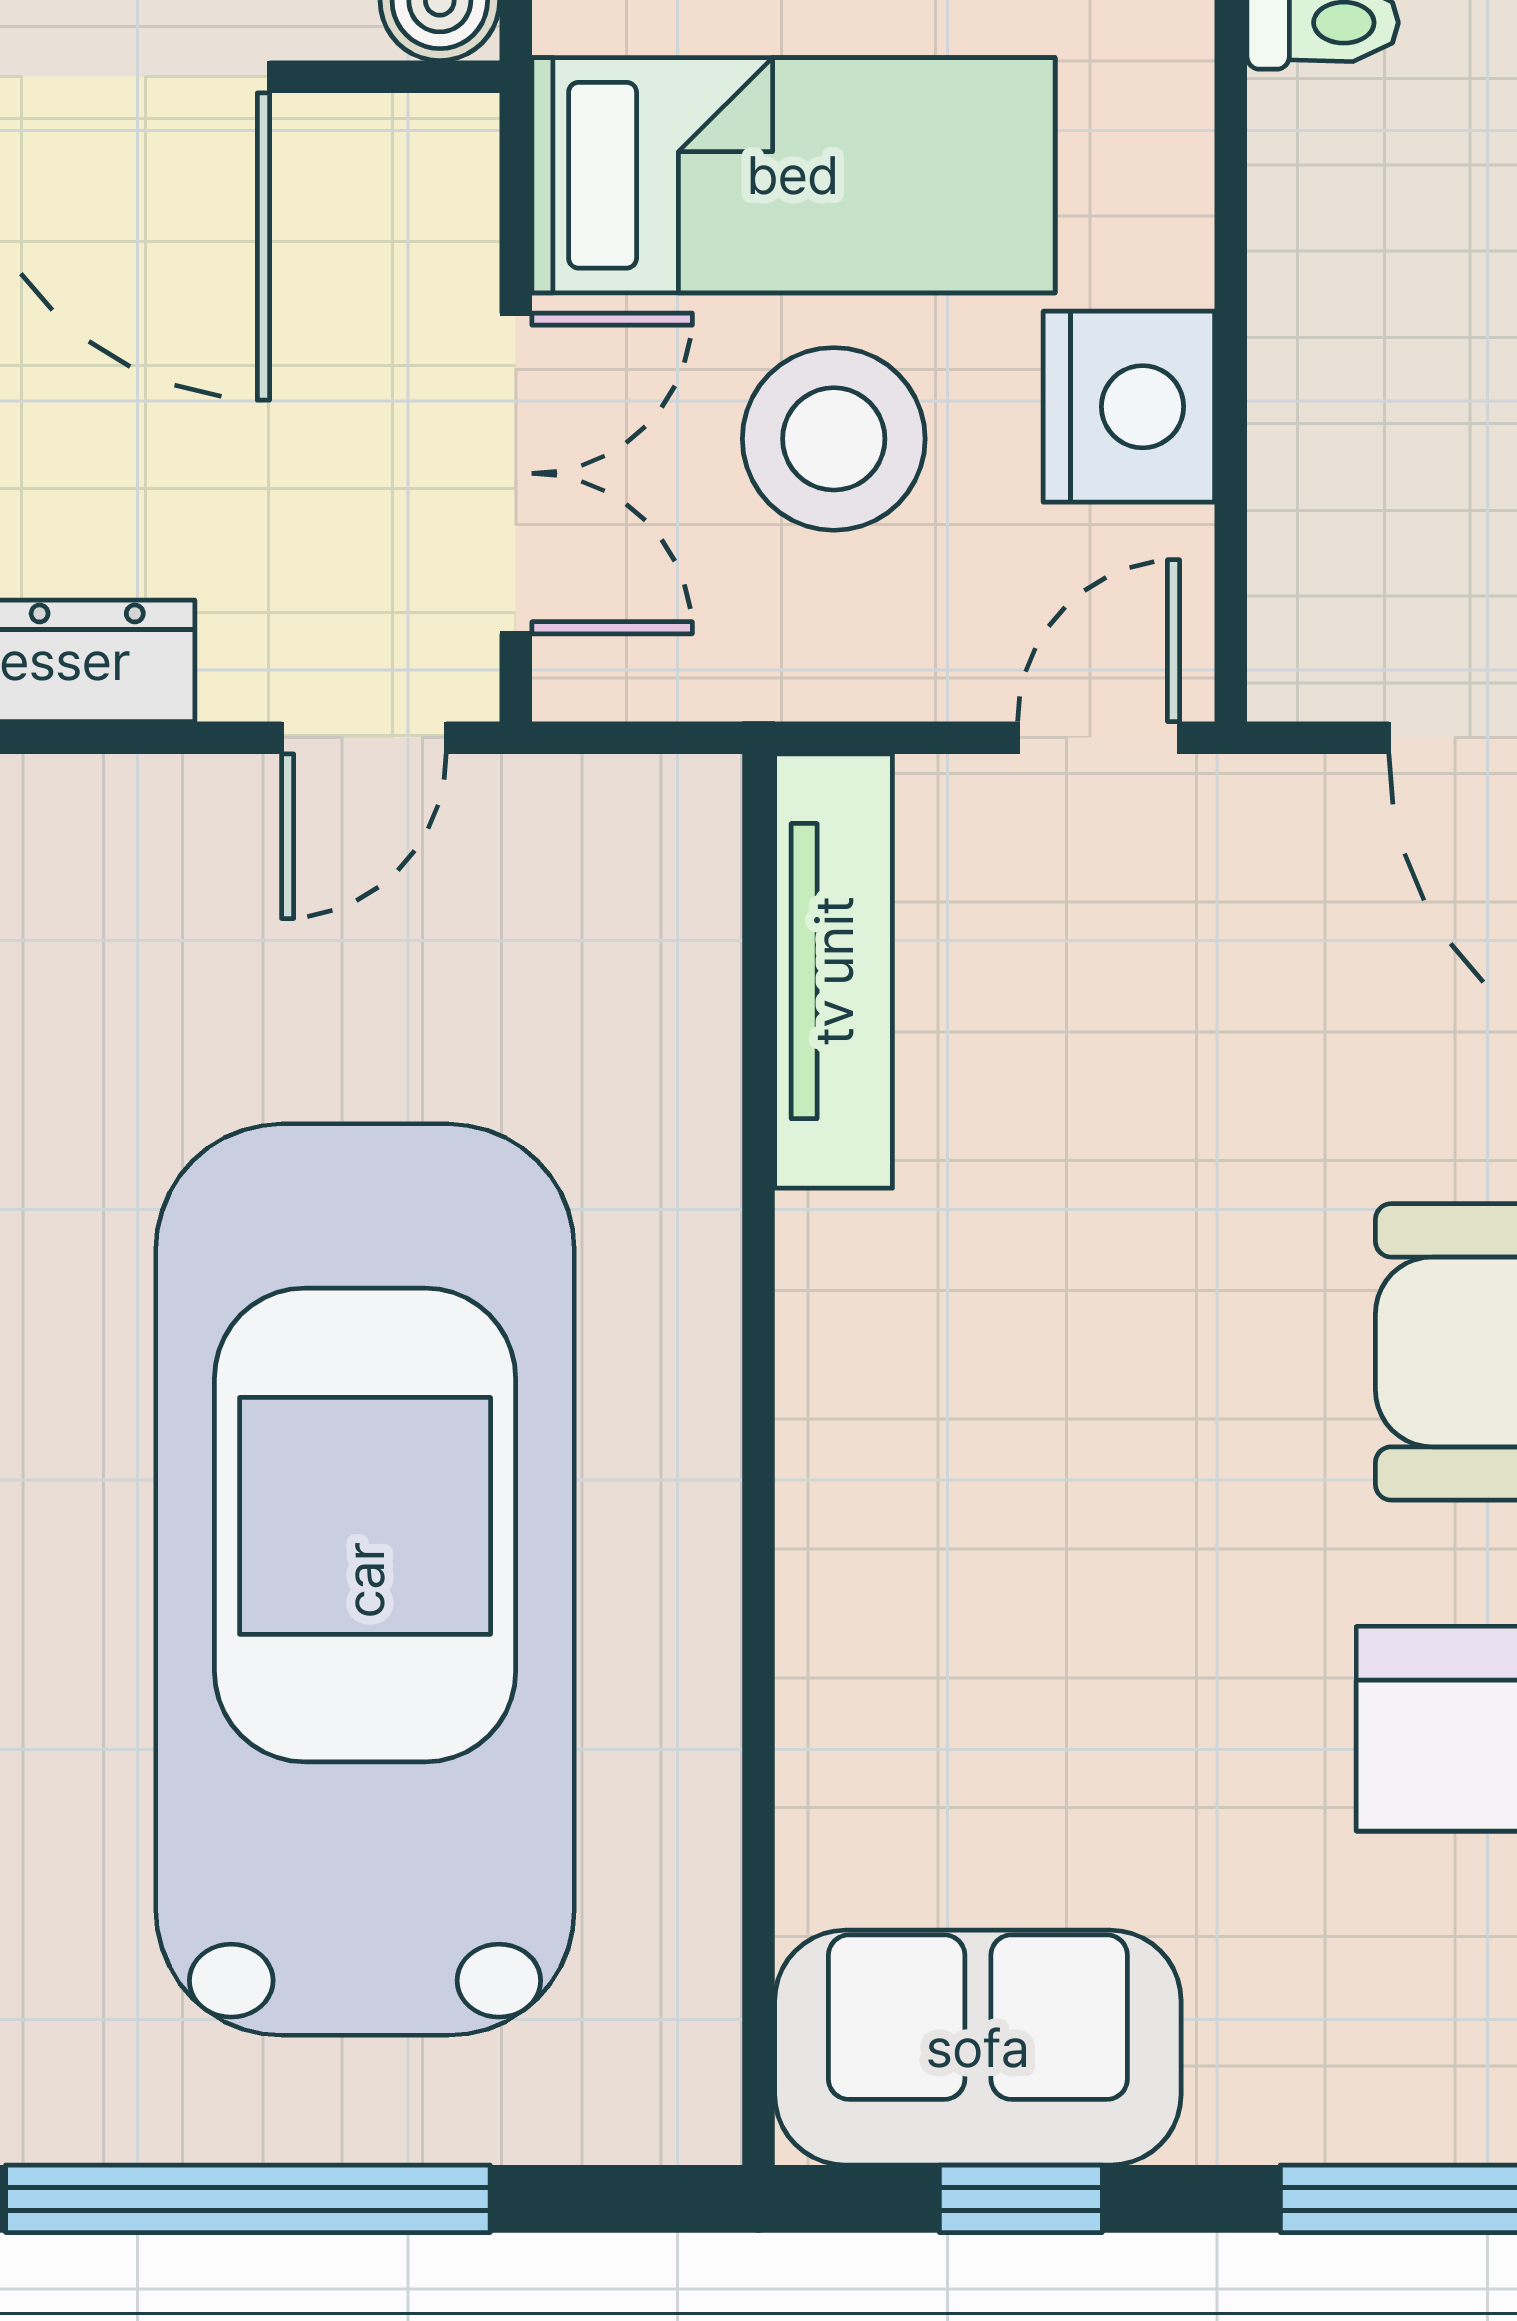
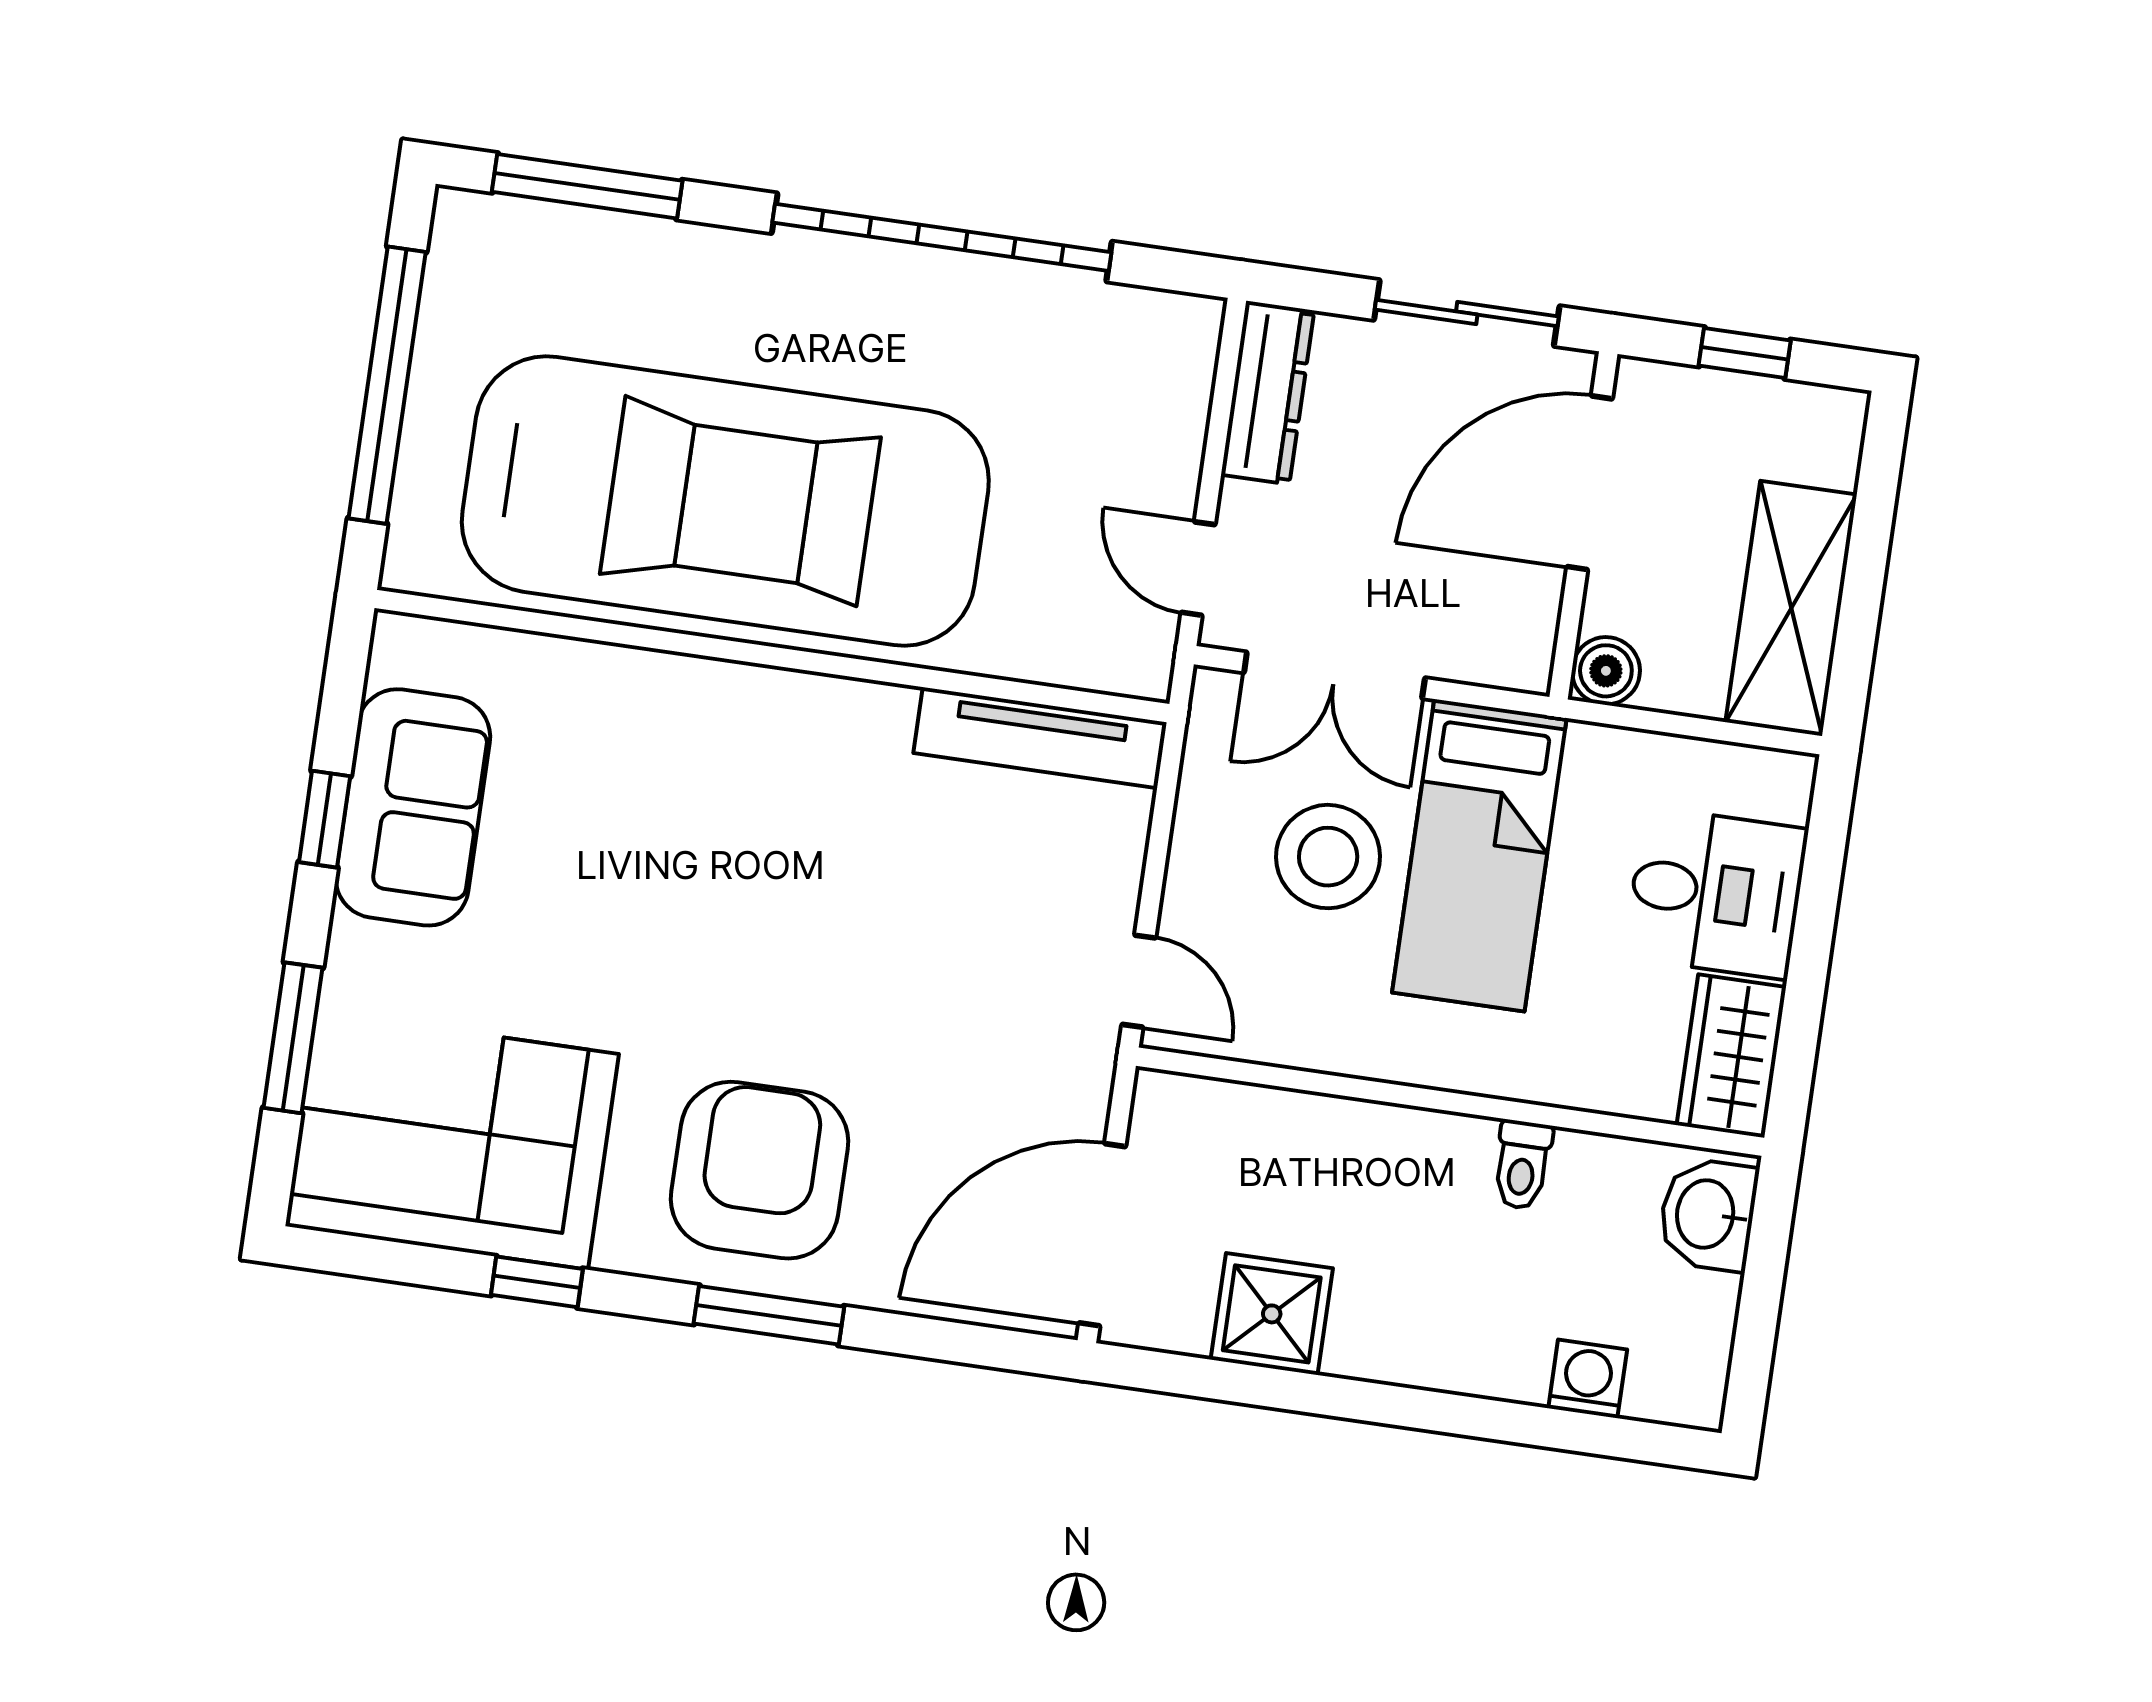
nightstand: (1129, 407) -> (1322, 1025), removed
tv unit: (834, 971) -> (1040, 738), moved
wall: (759, 1460) -> (772, 656), moved

